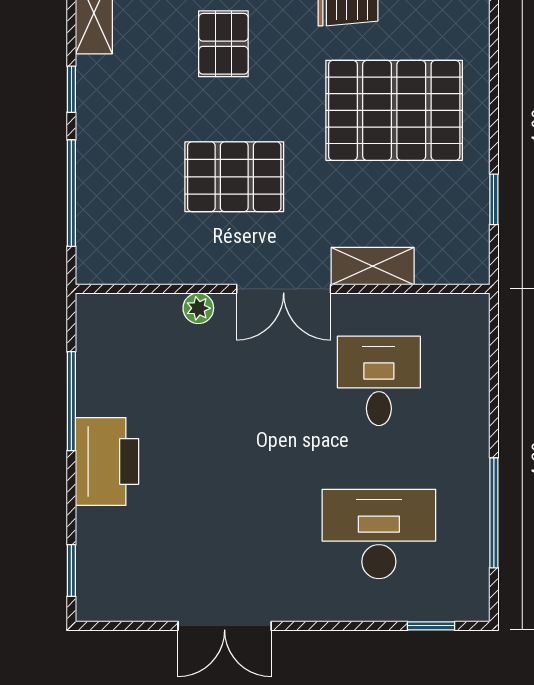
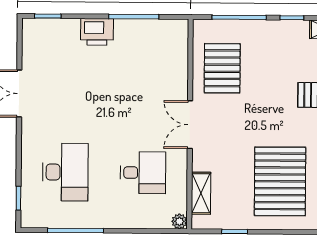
pallet: (234, 177) -> (222, 68), moved
shelving: (373, 266) -> (201, 193), moved
plant: (198, 308) -> (179, 221), moved
printer: (107, 461) -> (97, 32), width x0.73, depth x0.84

